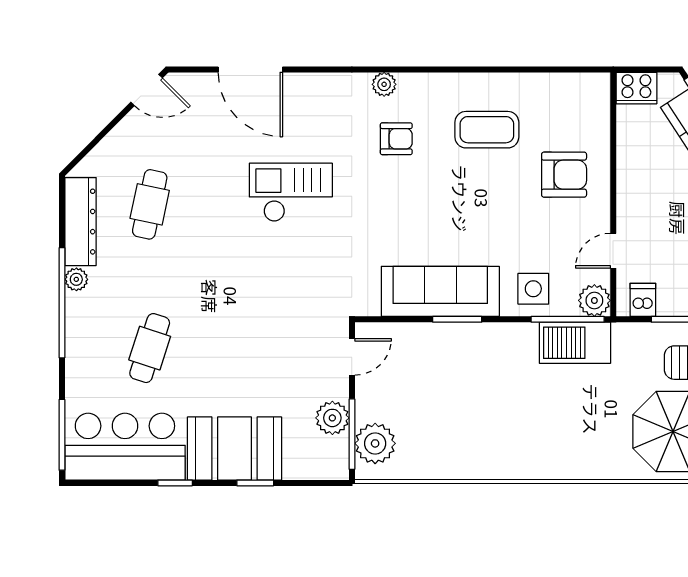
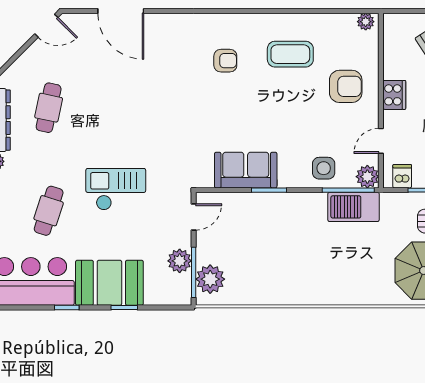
plant: (384, 84) -> (366, 22), moved
cooker: (636, 88) -> (394, 95), moved, turned -90
checkout: (291, 192) -> (116, 189), moved
sofa: (440, 291) -> (246, 170), width x0.73

